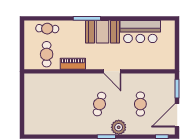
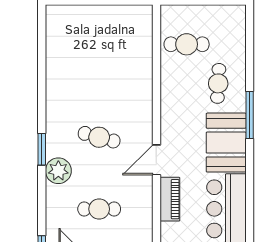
cafe table: (47, 29) -> (218, 83), moved
piano: (73, 64) -> (170, 199), moved

